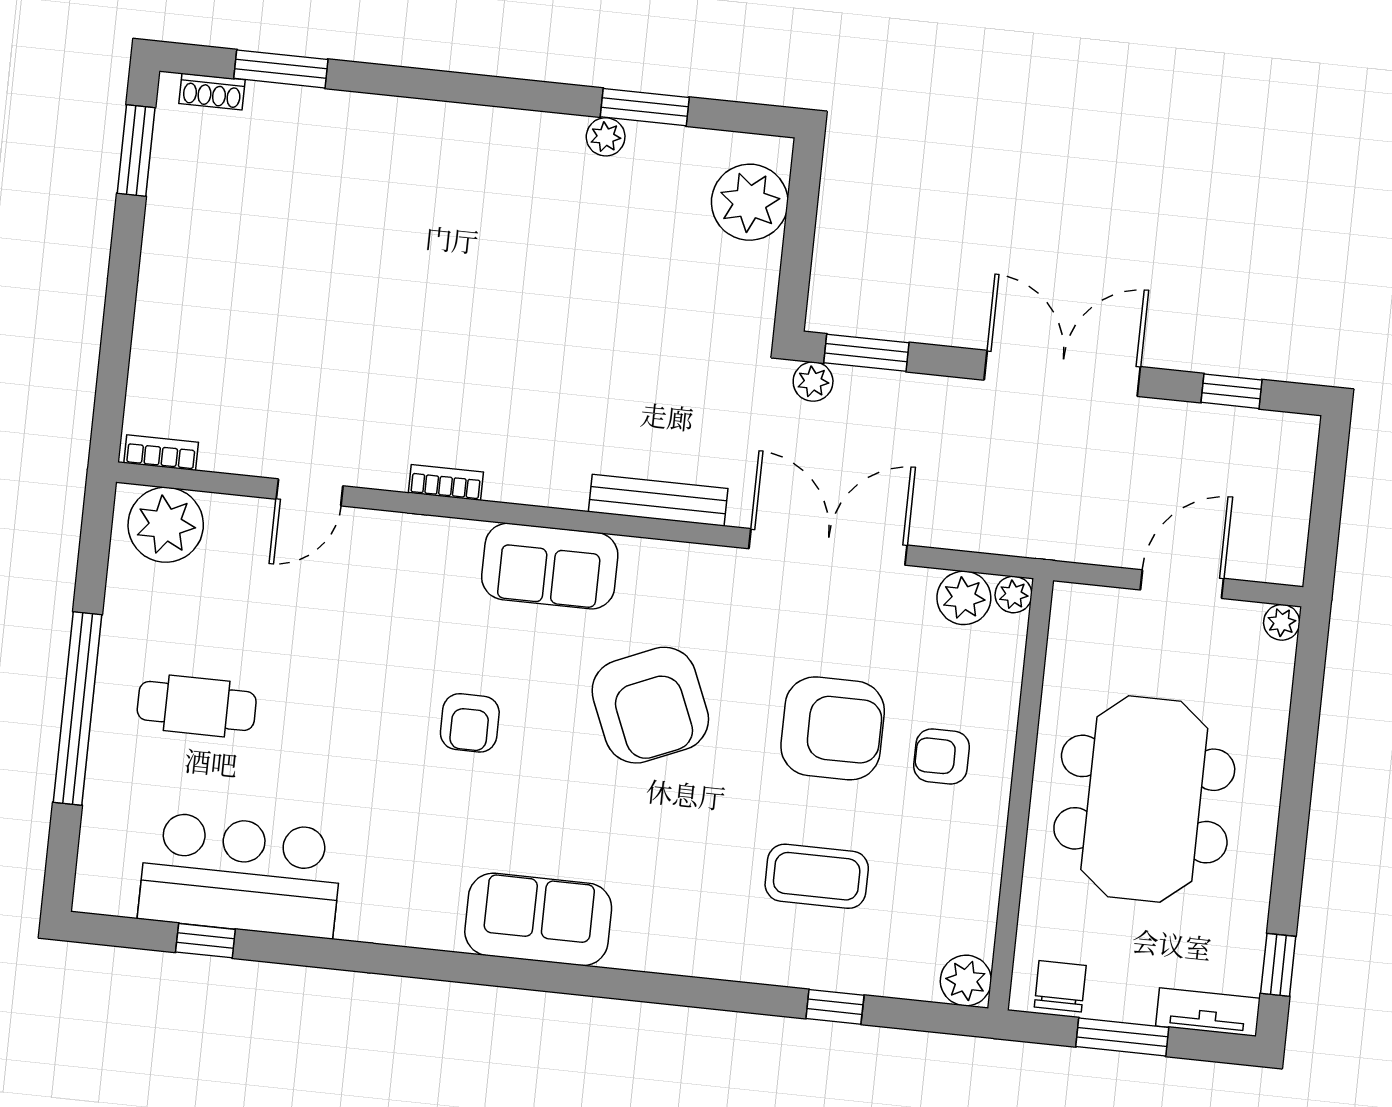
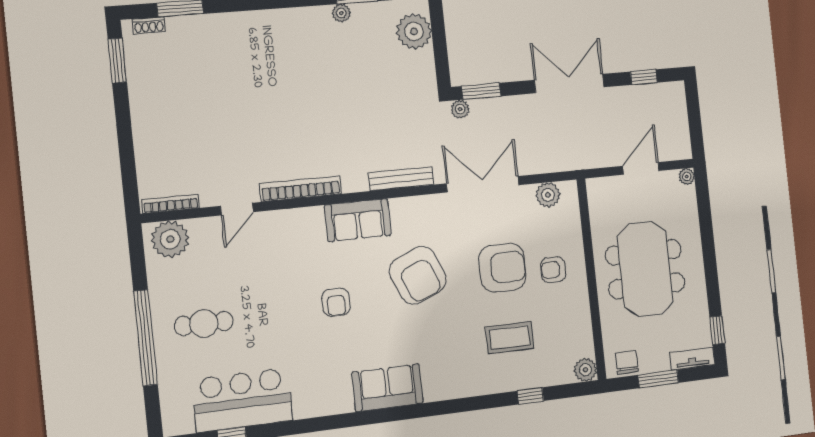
bookcase: (161, 453) -> (171, 204), width x1.56
bookcase: (446, 483) -> (301, 189), width x2.31, depth x1.31
plant: (1014, 595) -> (569, 189), removed

